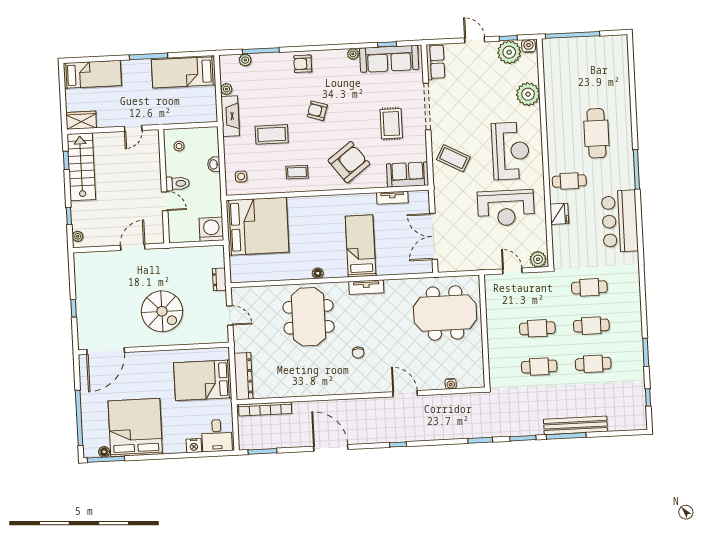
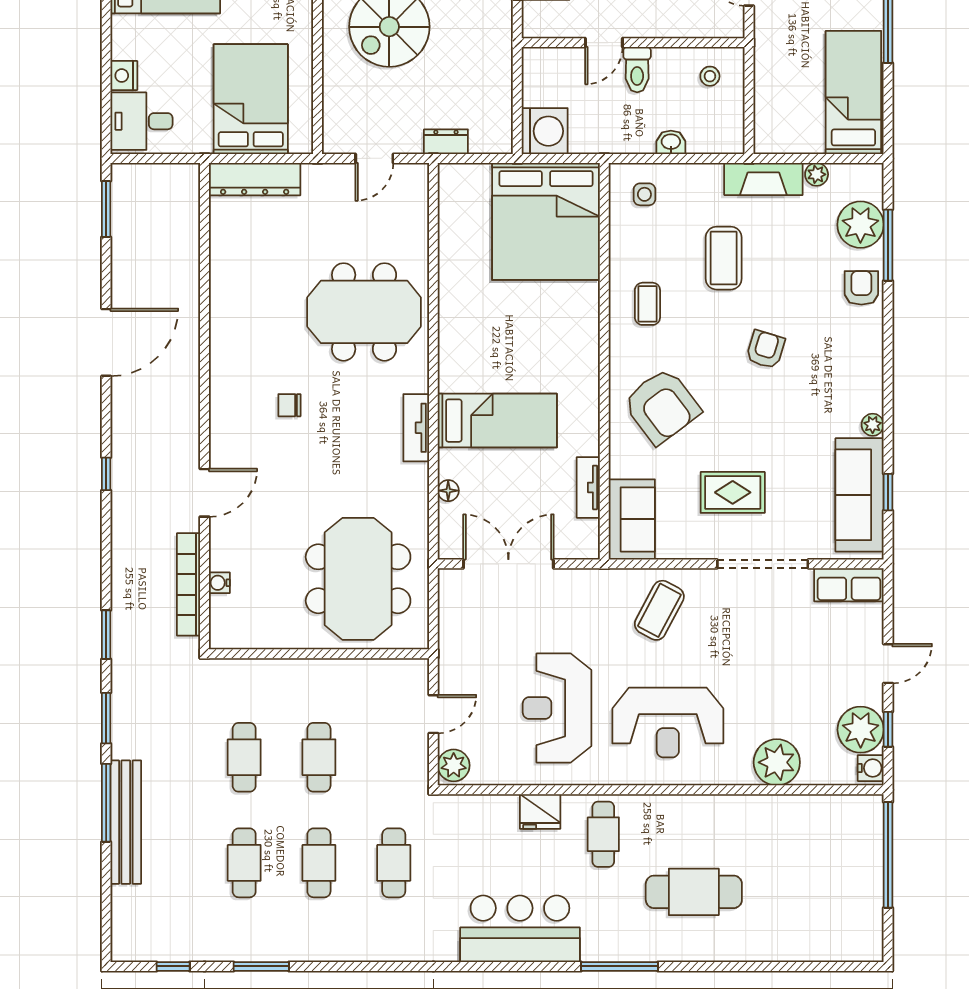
plant: (245, 60) -> (860, 225), width x1.88, depth x1.88
armchair: (303, 64) -> (861, 288), moved
floor lamp: (318, 273) -> (448, 491), moved
bookcase: (265, 409) -> (189, 584), moved

